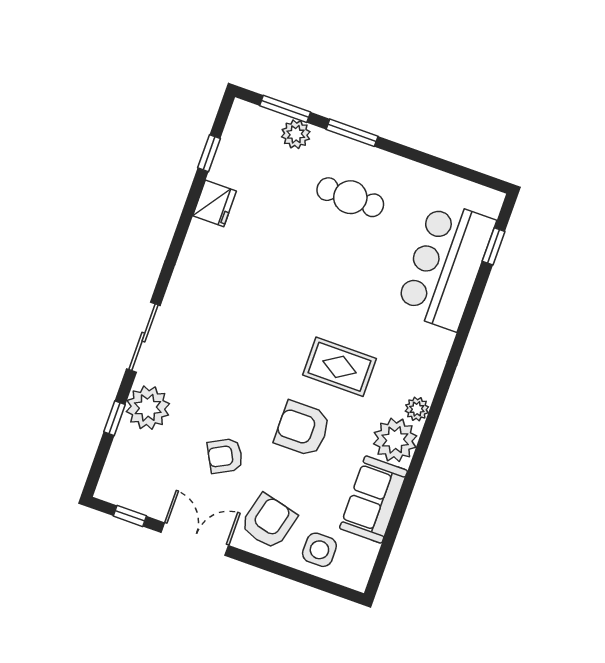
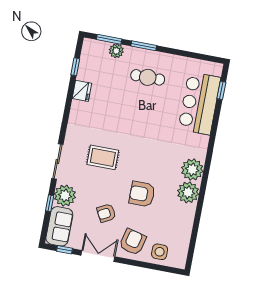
rug: (339, 367) -> (103, 157), moved
plant: (417, 409) -> (192, 170), width x1.88, depth x1.88
sofa: (373, 499) -> (59, 226), moved, turned 180

